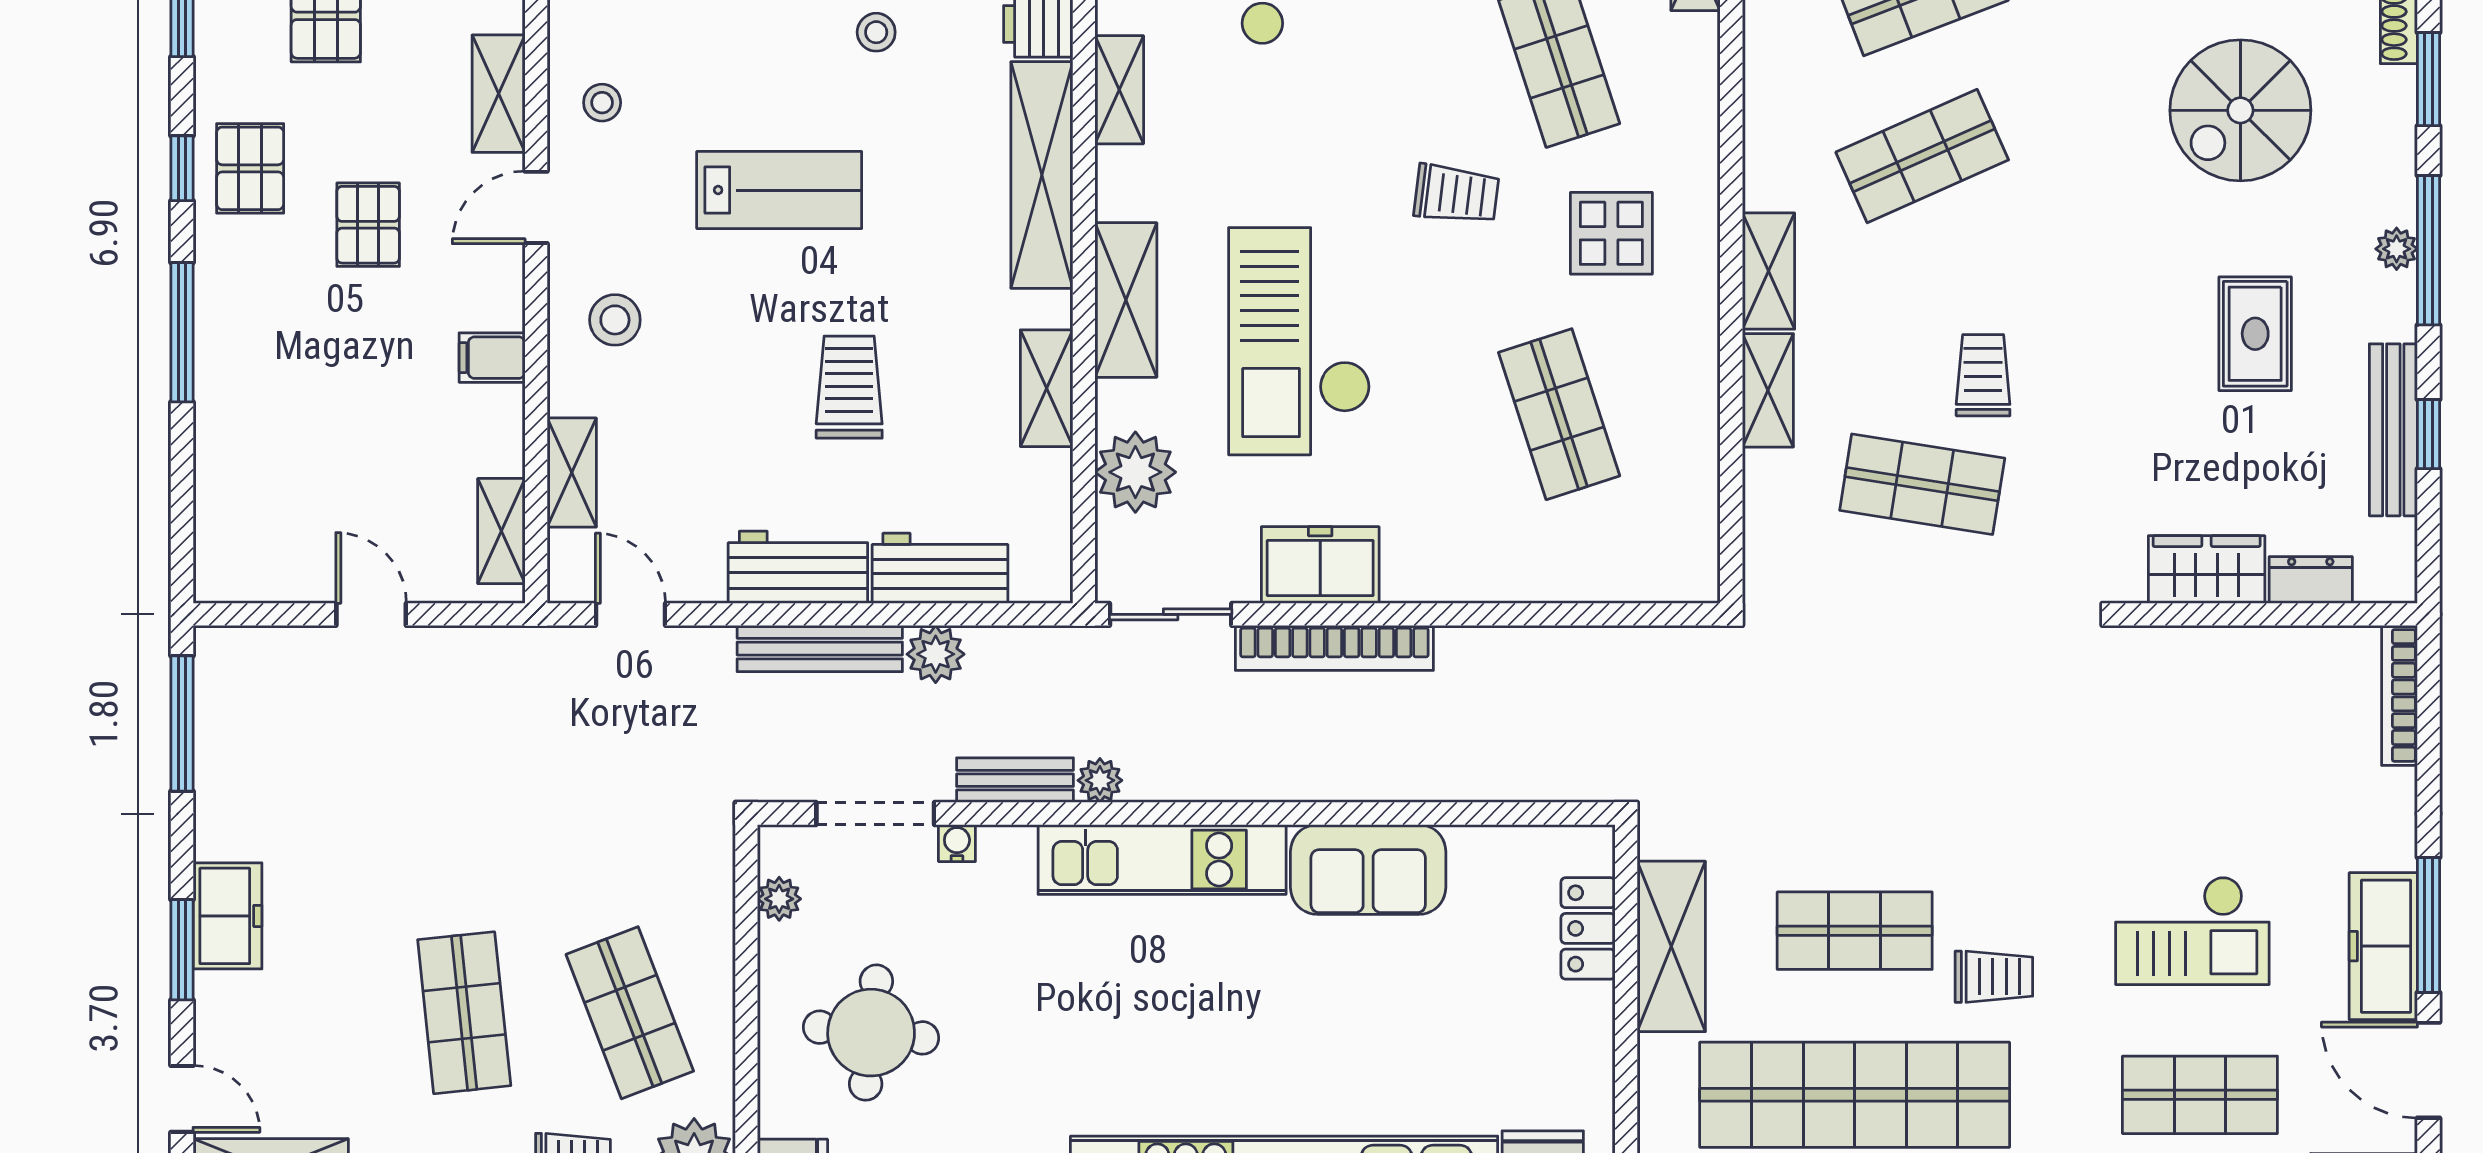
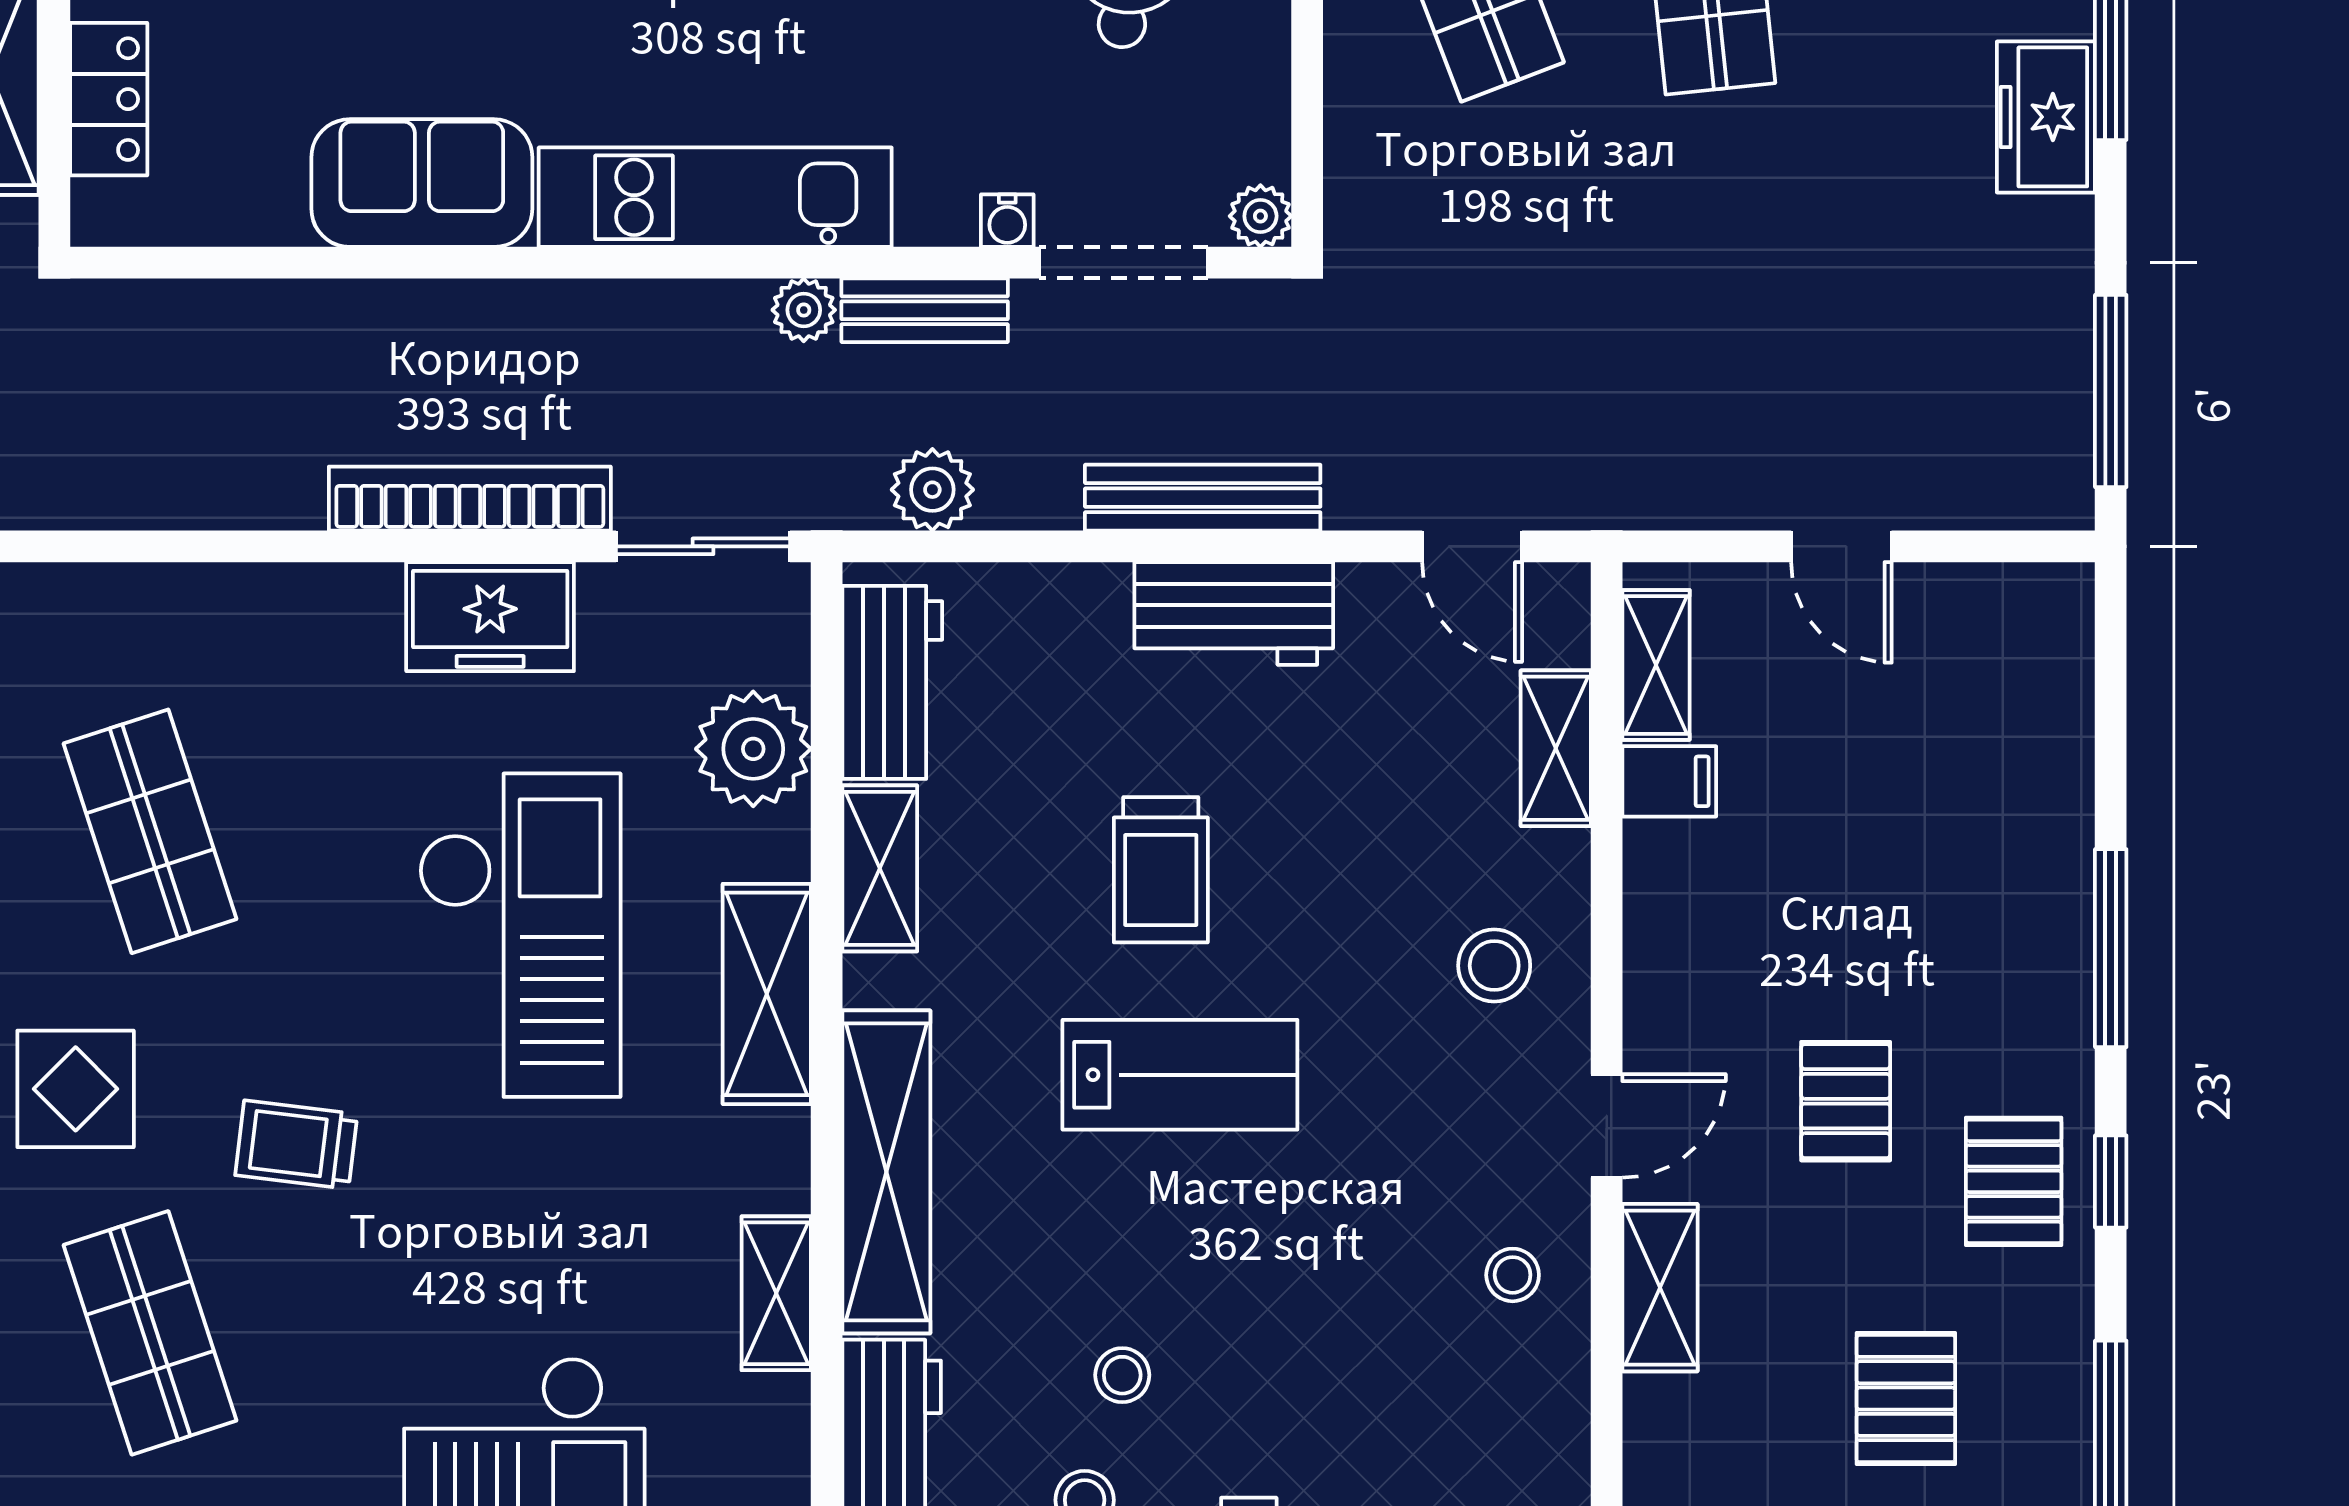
lab bench: (779, 190) -> (1180, 1075), moved, turned 180
filing cabinet: (492, 358) -> (1669, 781), moved
workbench: (940, 568) -> (892, 682), moved, turned -90
plant: (936, 654) -> (932, 490), moved
plant: (779, 899) -> (1260, 216), moved

